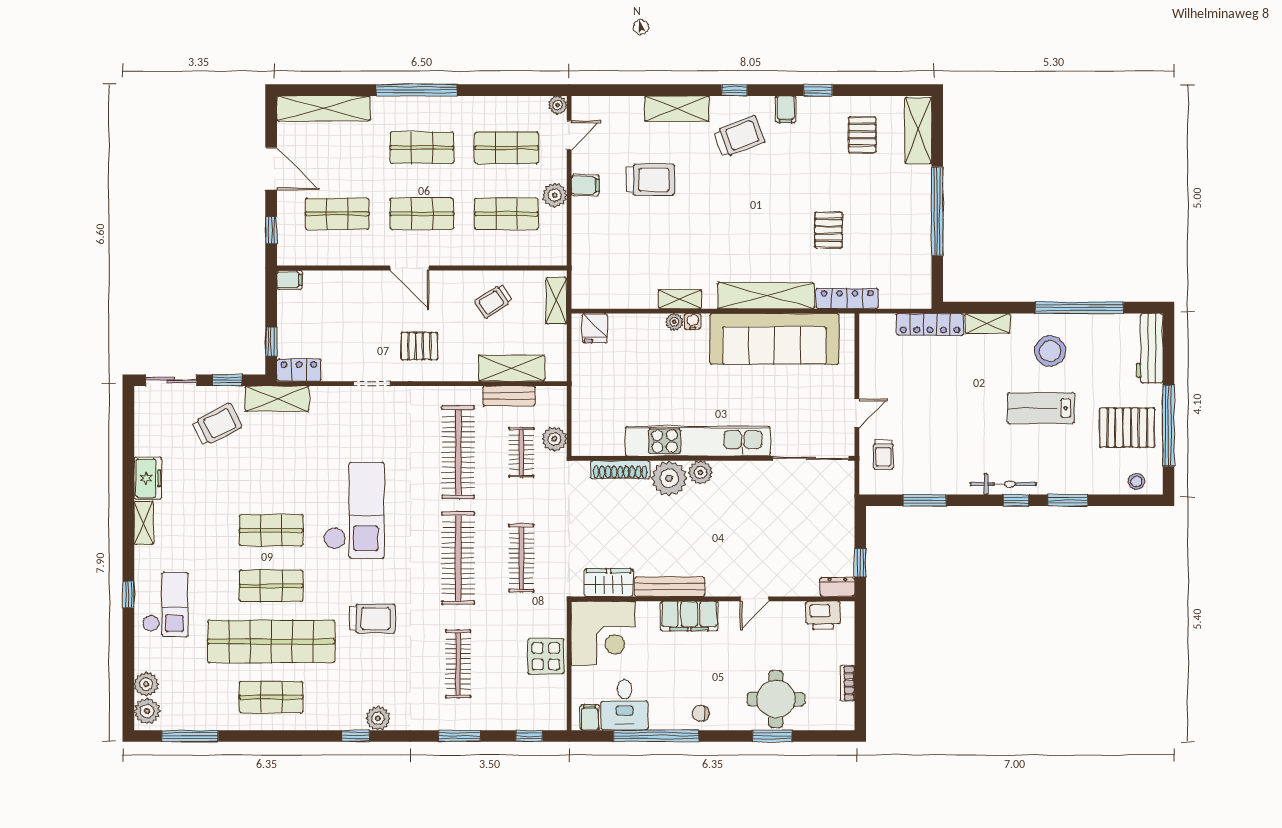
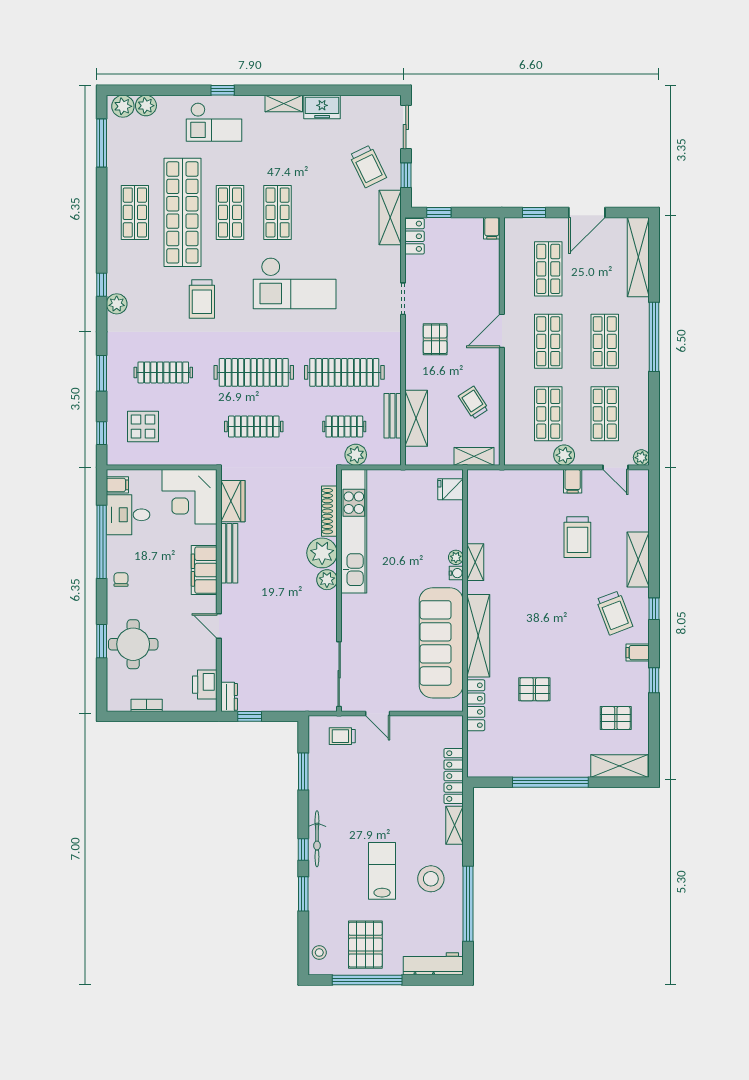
kitchen unit: (698, 441) -> (354, 531), moved
display table: (546, 656) -> (143, 427), moved

